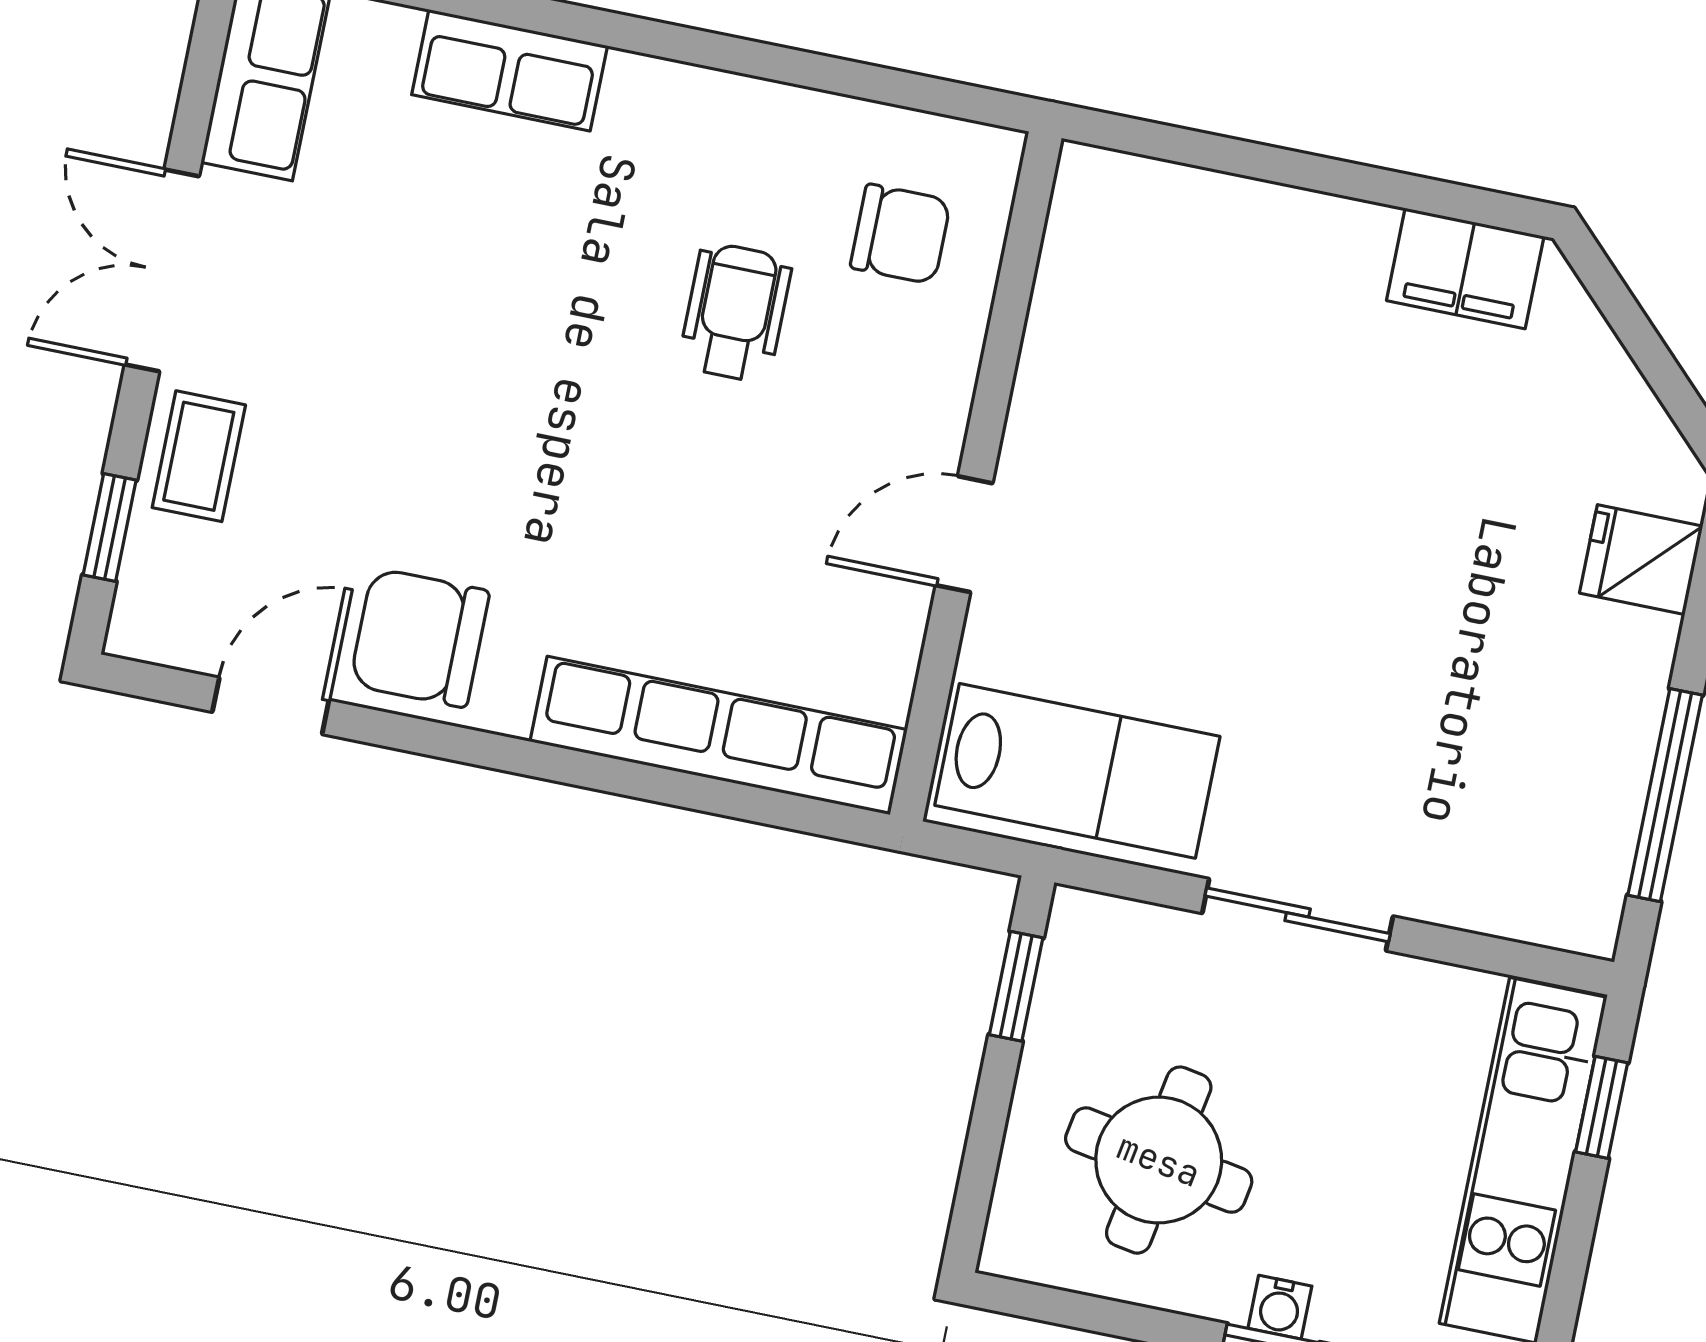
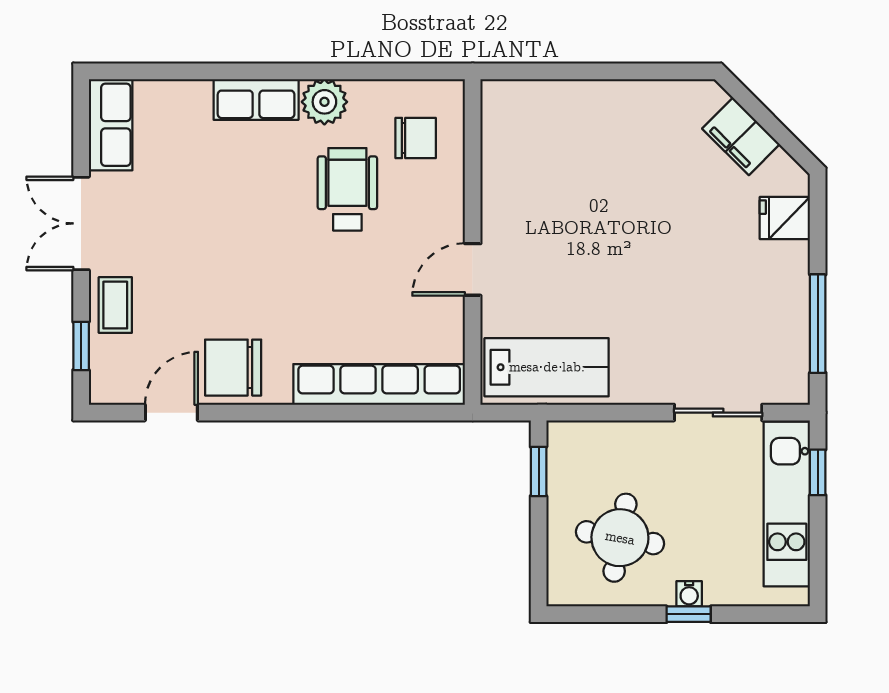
row of seats: (510, 70) -> (256, 99), moved
plant: (725, 119) -> (324, 102), added
filing cabinet: (1465, 268) -> (741, 136), moved, turned 45
wheelchair: (735, 312) -> (347, 189), width x1.36, depth x1.37
sliding door: (1298, 915) -> (718, 413), moved

